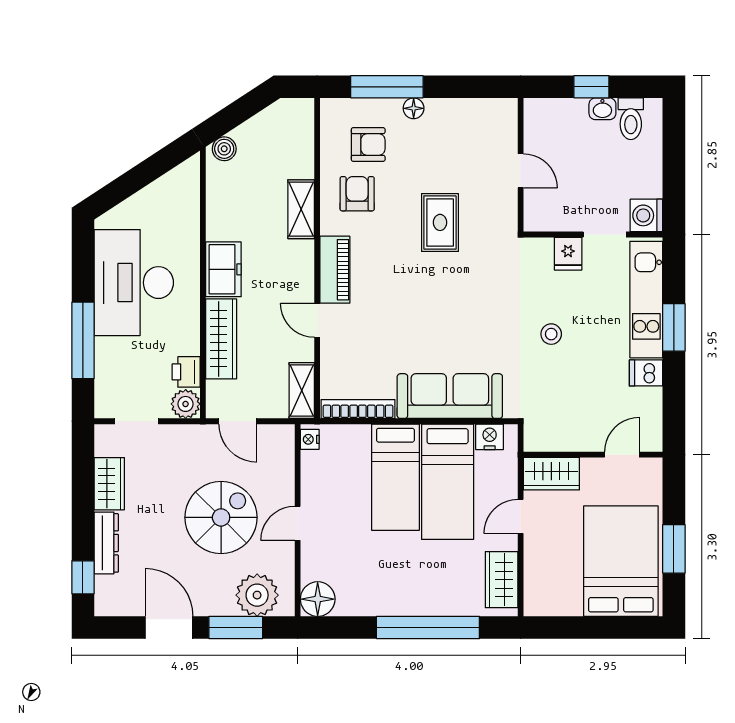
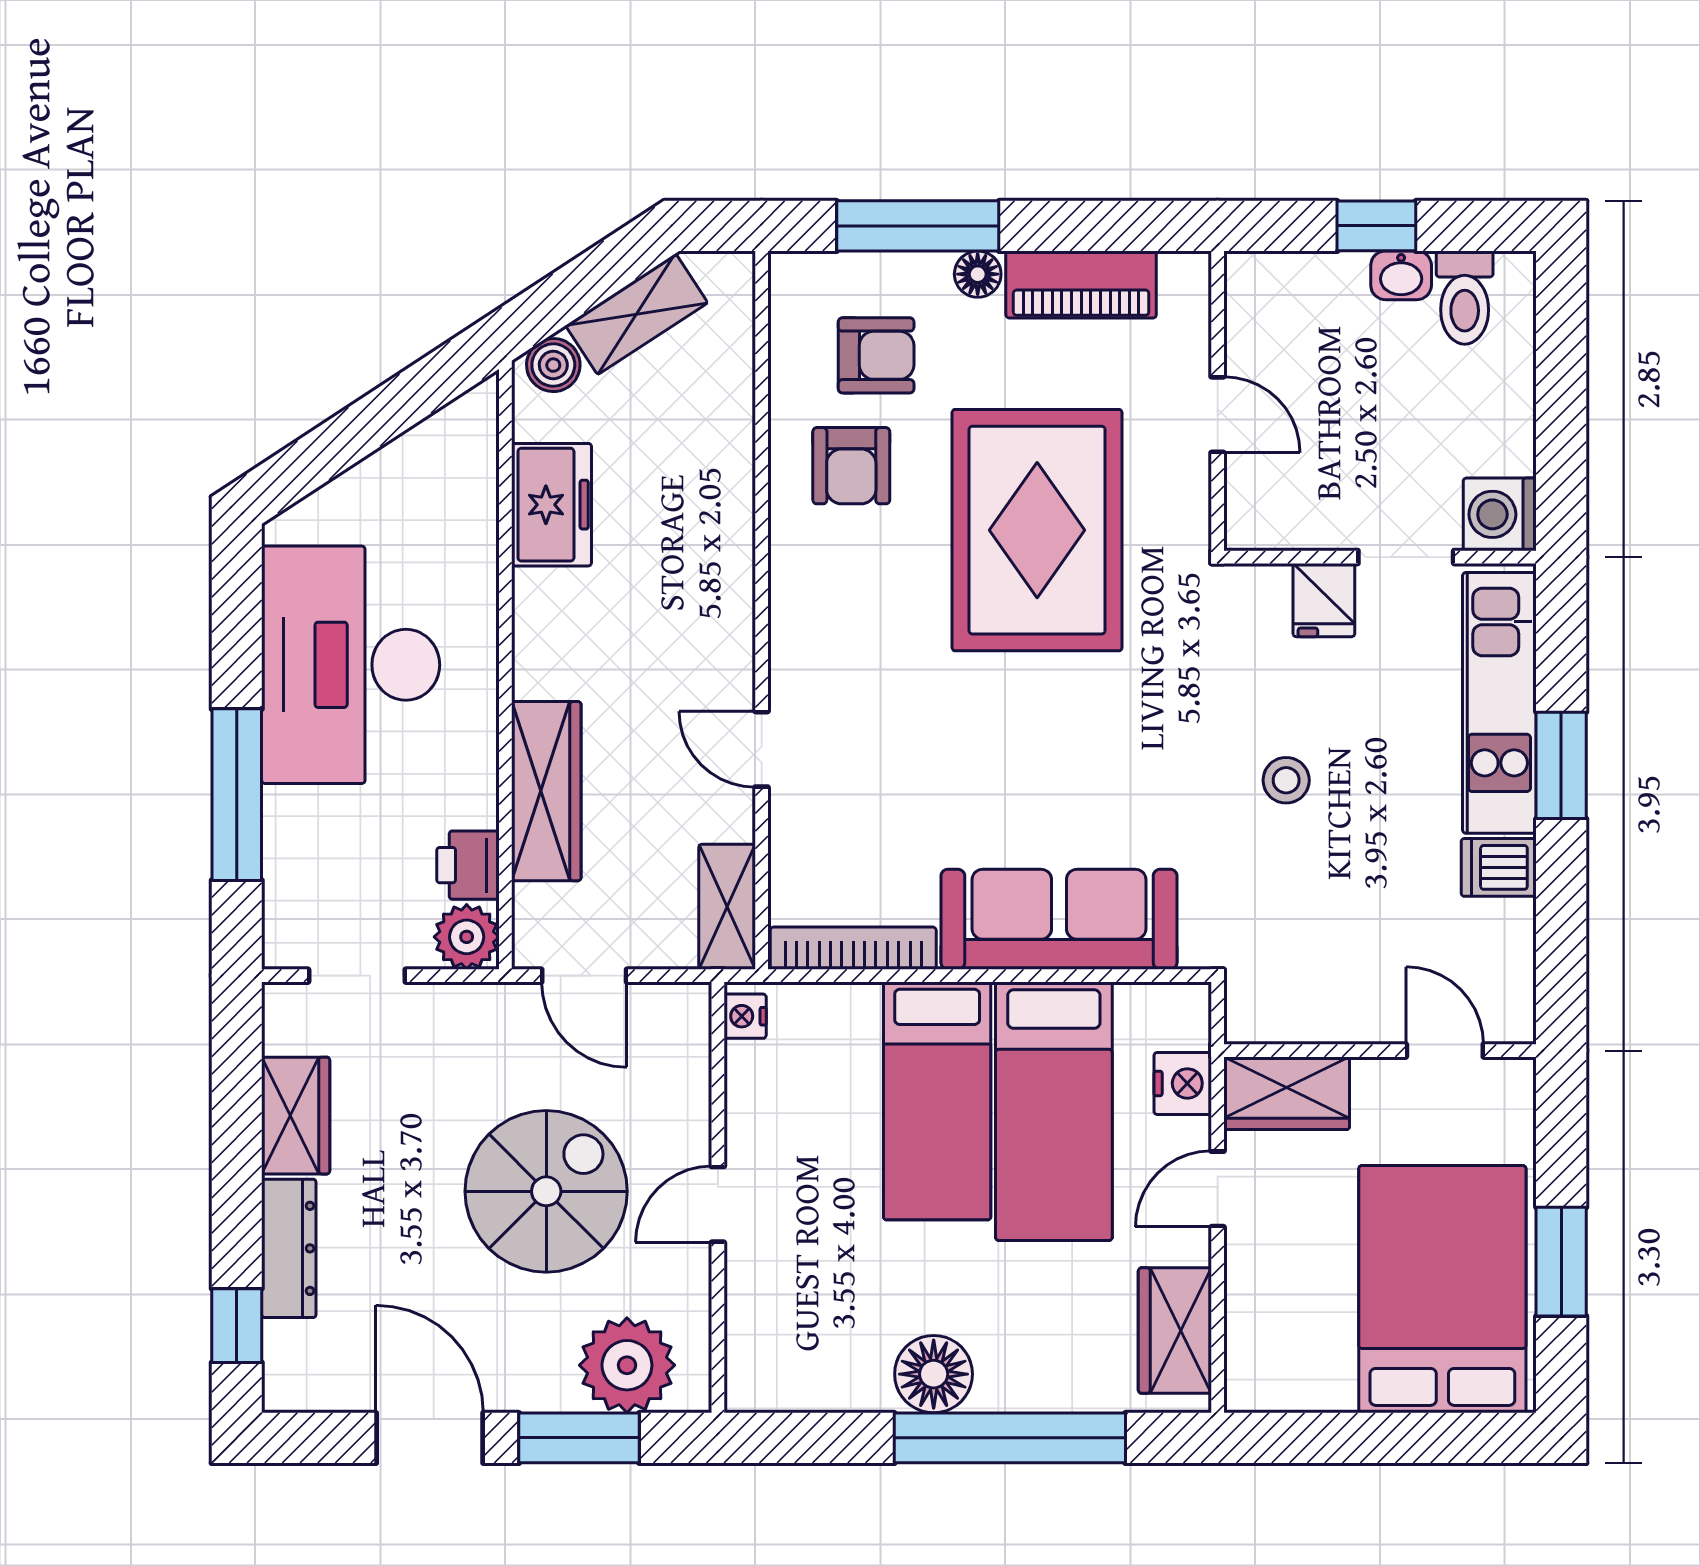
armchair: (357, 194) -> (851, 466), turned 180
shelving: (301, 209) -> (637, 314), moved, turned 57
rug: (440, 222) -> (1037, 530), width x1.86, depth x2.06
freezer: (223, 269) -> (552, 505), moved
piano: (335, 270) -> (1081, 285), moved, turned 90
nightstand: (490, 437) -> (1183, 1083), moved, turned 90
door: (622, 455) -> (1445, 1051), hinge flipped
floor lamp: (318, 599) -> (934, 1374), moved

